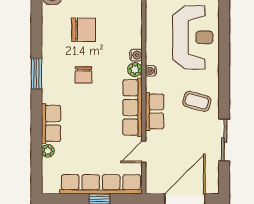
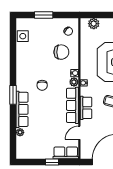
chair: (84, 30) -> (61, 52), moved
window: (36, 74) -> (13, 95), moved
row of seats: (51, 123) -> (22, 109), width x1.48
row of seats: (101, 184) -> (66, 153), width x0.50

